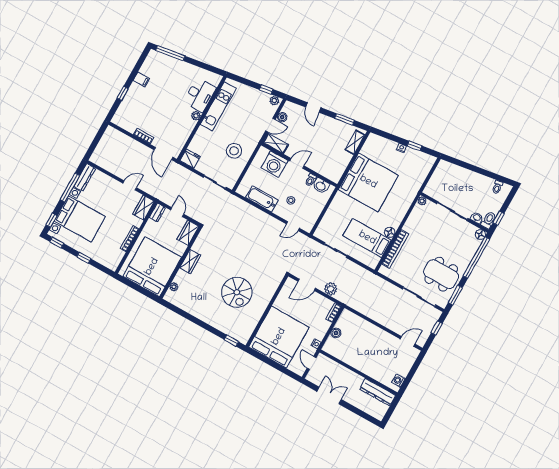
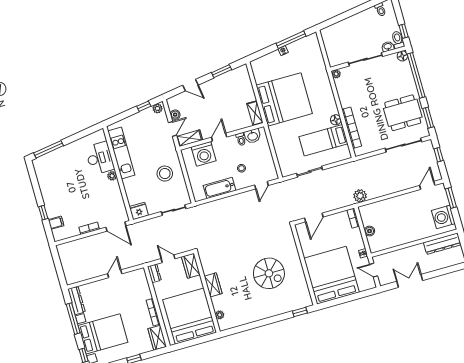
filing cabinet: (141, 79) -> (56, 223), moved
shelving: (355, 142) -> (255, 113), moved
window: (414, 146) -> (291, 40), width x2.17
wardrobe: (144, 208) -> (157, 338), moved
plant: (331, 289) -> (360, 196), moved
window: (415, 366) -> (451, 198), added
washing machine: (398, 381) -> (443, 217), width x1.89, depth x1.89

